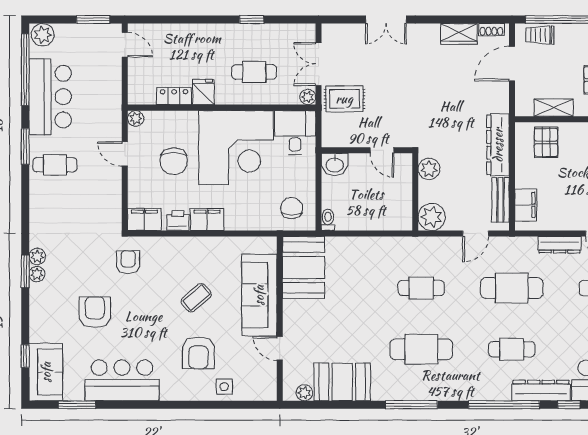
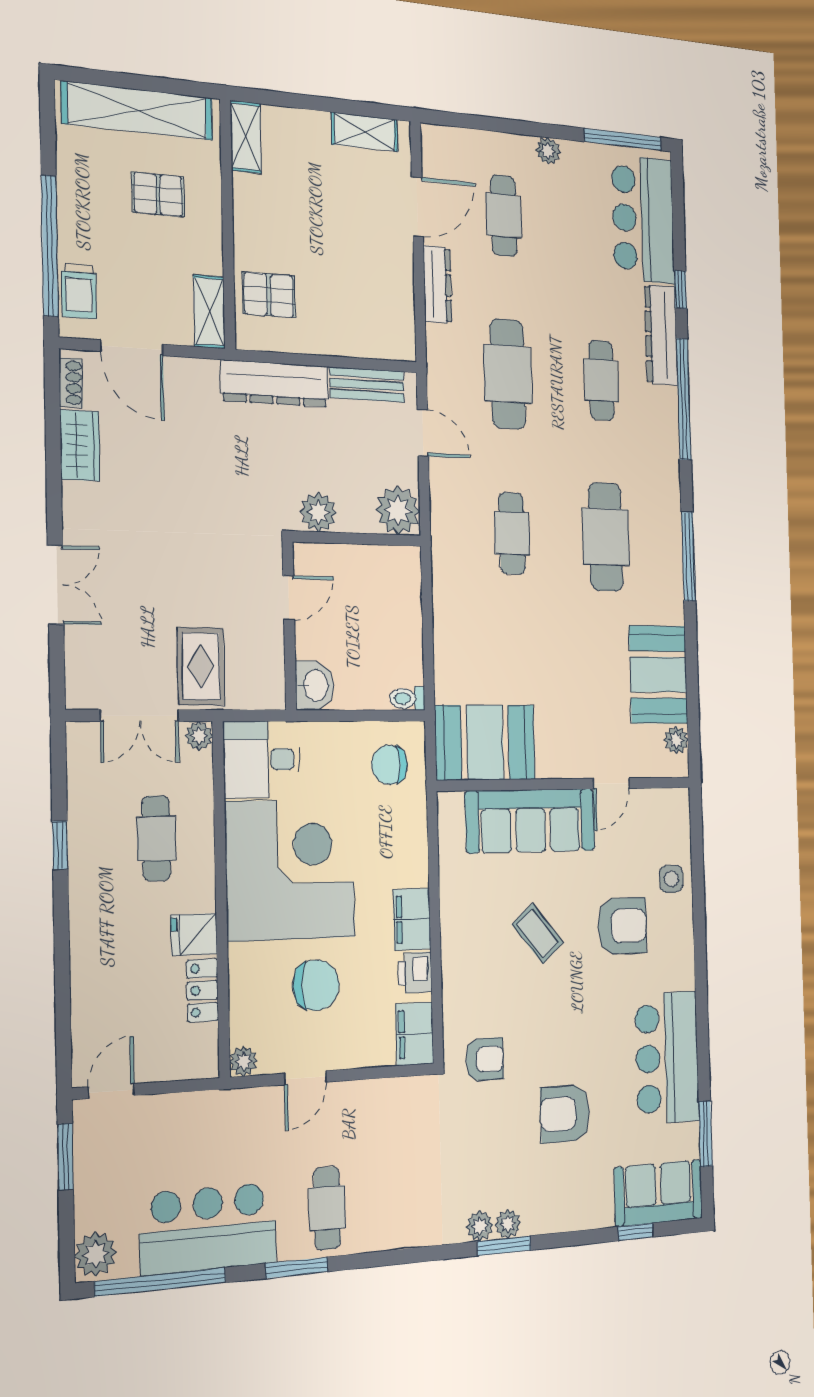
shelving: (554, 108) -> (209, 312), moved
filing cabinet: (526, 205) -> (374, 340), removed
armchair: (128, 262) -> (485, 1059), turned 180

